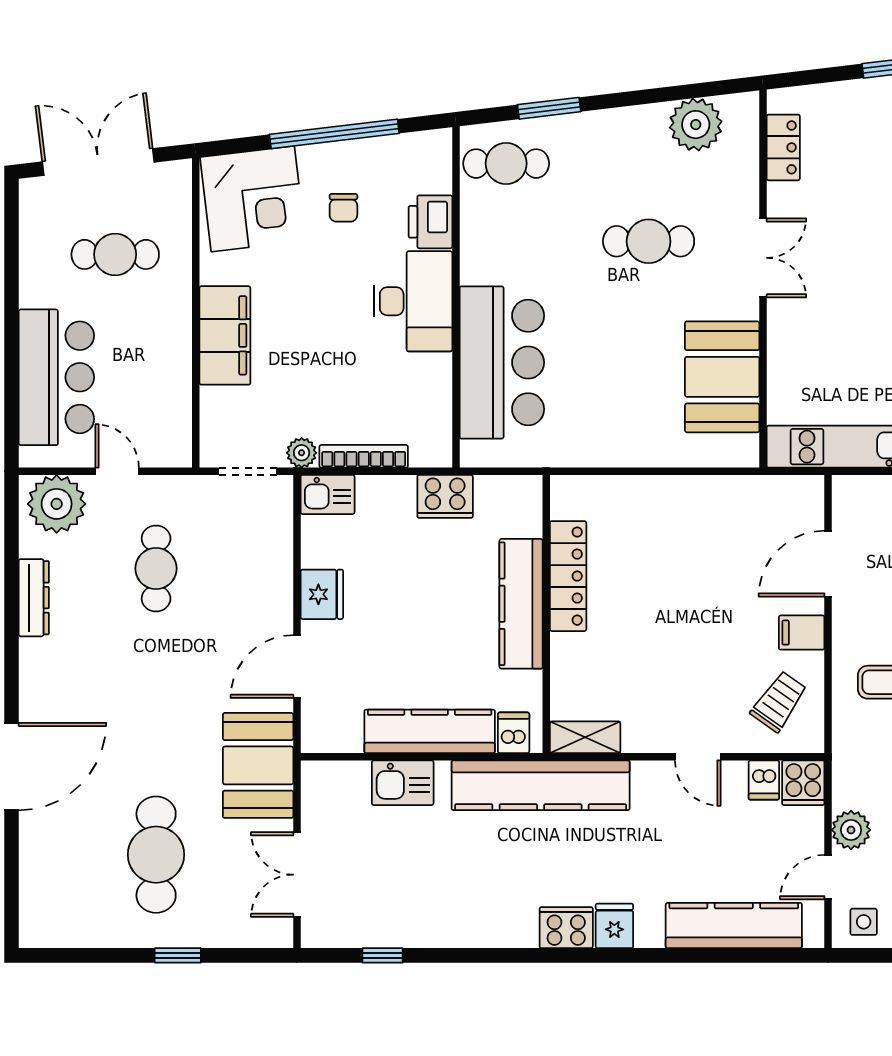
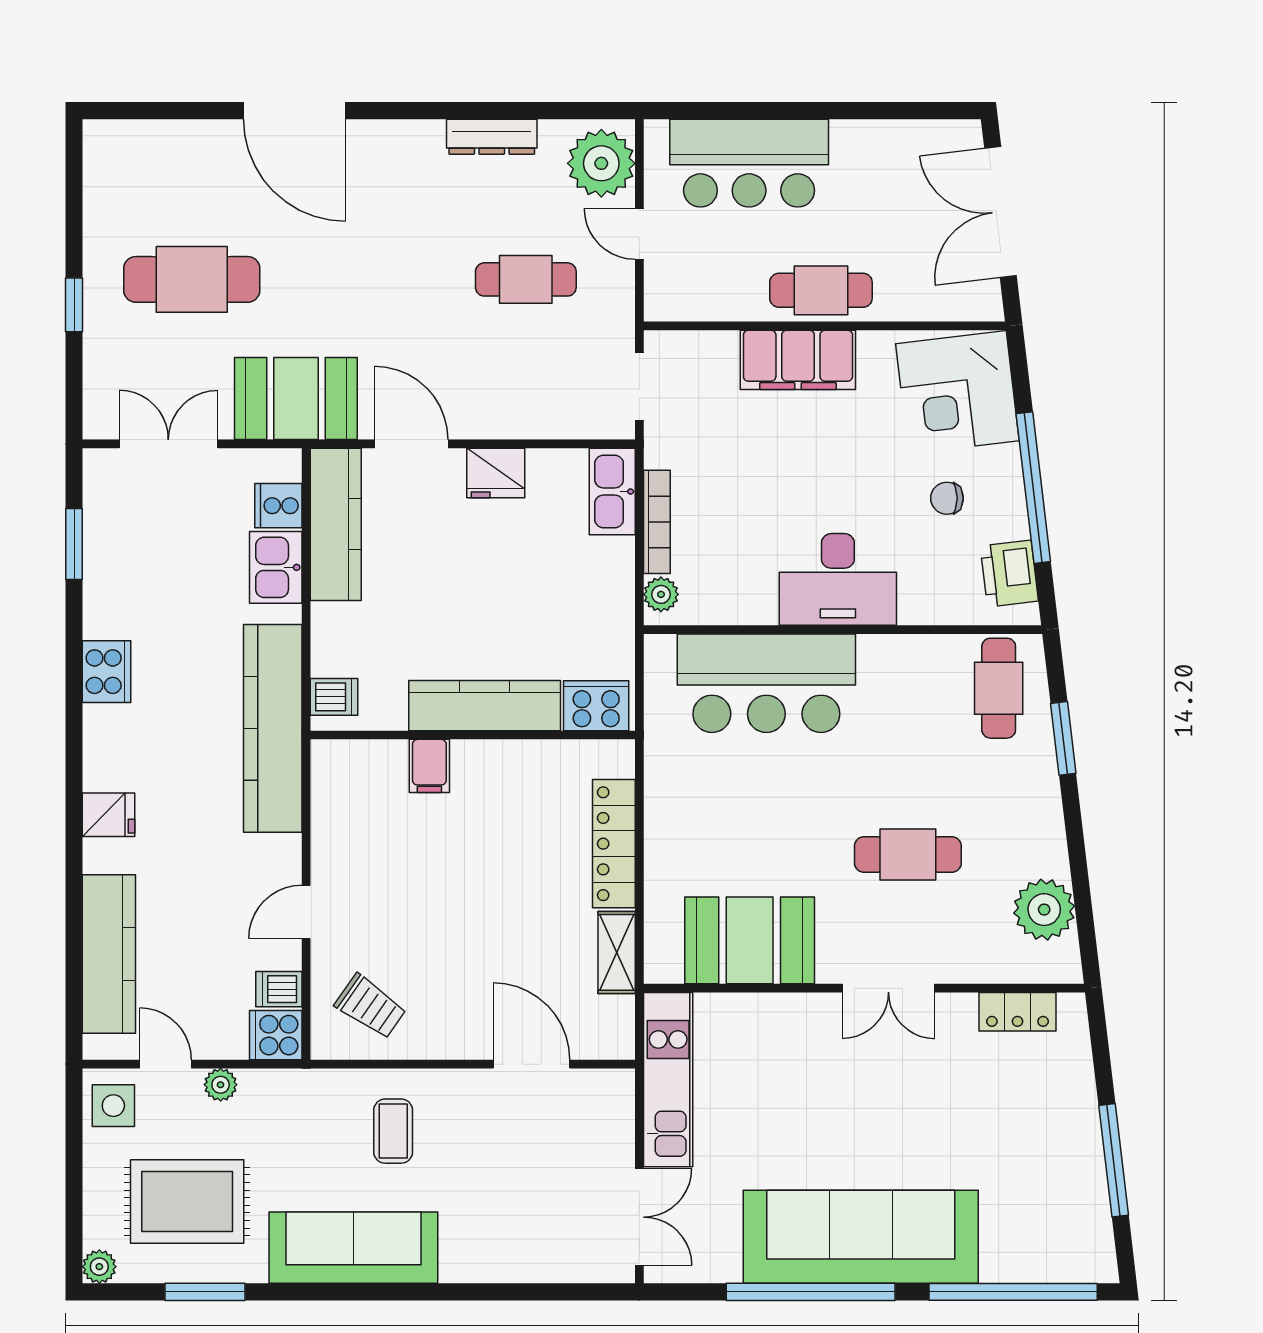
double door: (98, 162) -> (1000, 212), swing flipped
printer: (430, 222) -> (1009, 574), moved, turned -97
cafe table: (649, 241) -> (908, 855), turned 90
cafe table: (115, 254) -> (821, 290), moved, turned 90
plant: (302, 453) -> (661, 594), moved
door: (117, 471) -> (639, 234), swing flipped
kitchen sink: (328, 494) -> (612, 492), width x1.38
cooker: (445, 496) -> (596, 706), moved, turned 90
locker: (568, 576) -> (614, 844), moved, turned 90
filing cabinet: (802, 633) -> (429, 766), moved, turned 180
kitchen counter: (430, 731) -> (336, 524), moved
shelving: (585, 737) -> (617, 952), moved
cooker: (350, 780) -> (278, 506), added
plant: (851, 830) -> (221, 1085), width x0.73, depth x0.73
side table: (864, 922) -> (113, 1106), width x1.37, depth x1.37
cooker: (566, 928) -> (107, 672), moved
window: (383, 955) -> (74, 544), width x1.50

